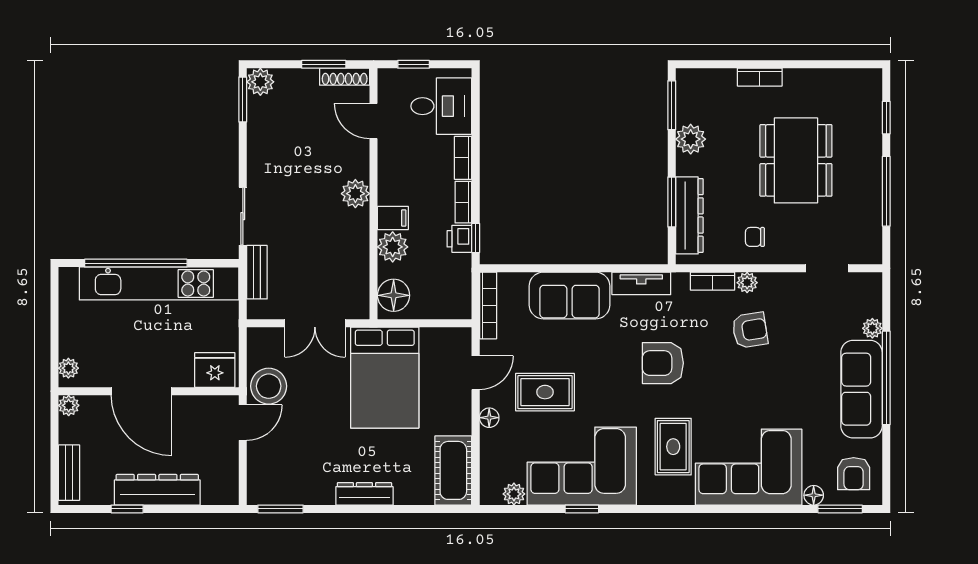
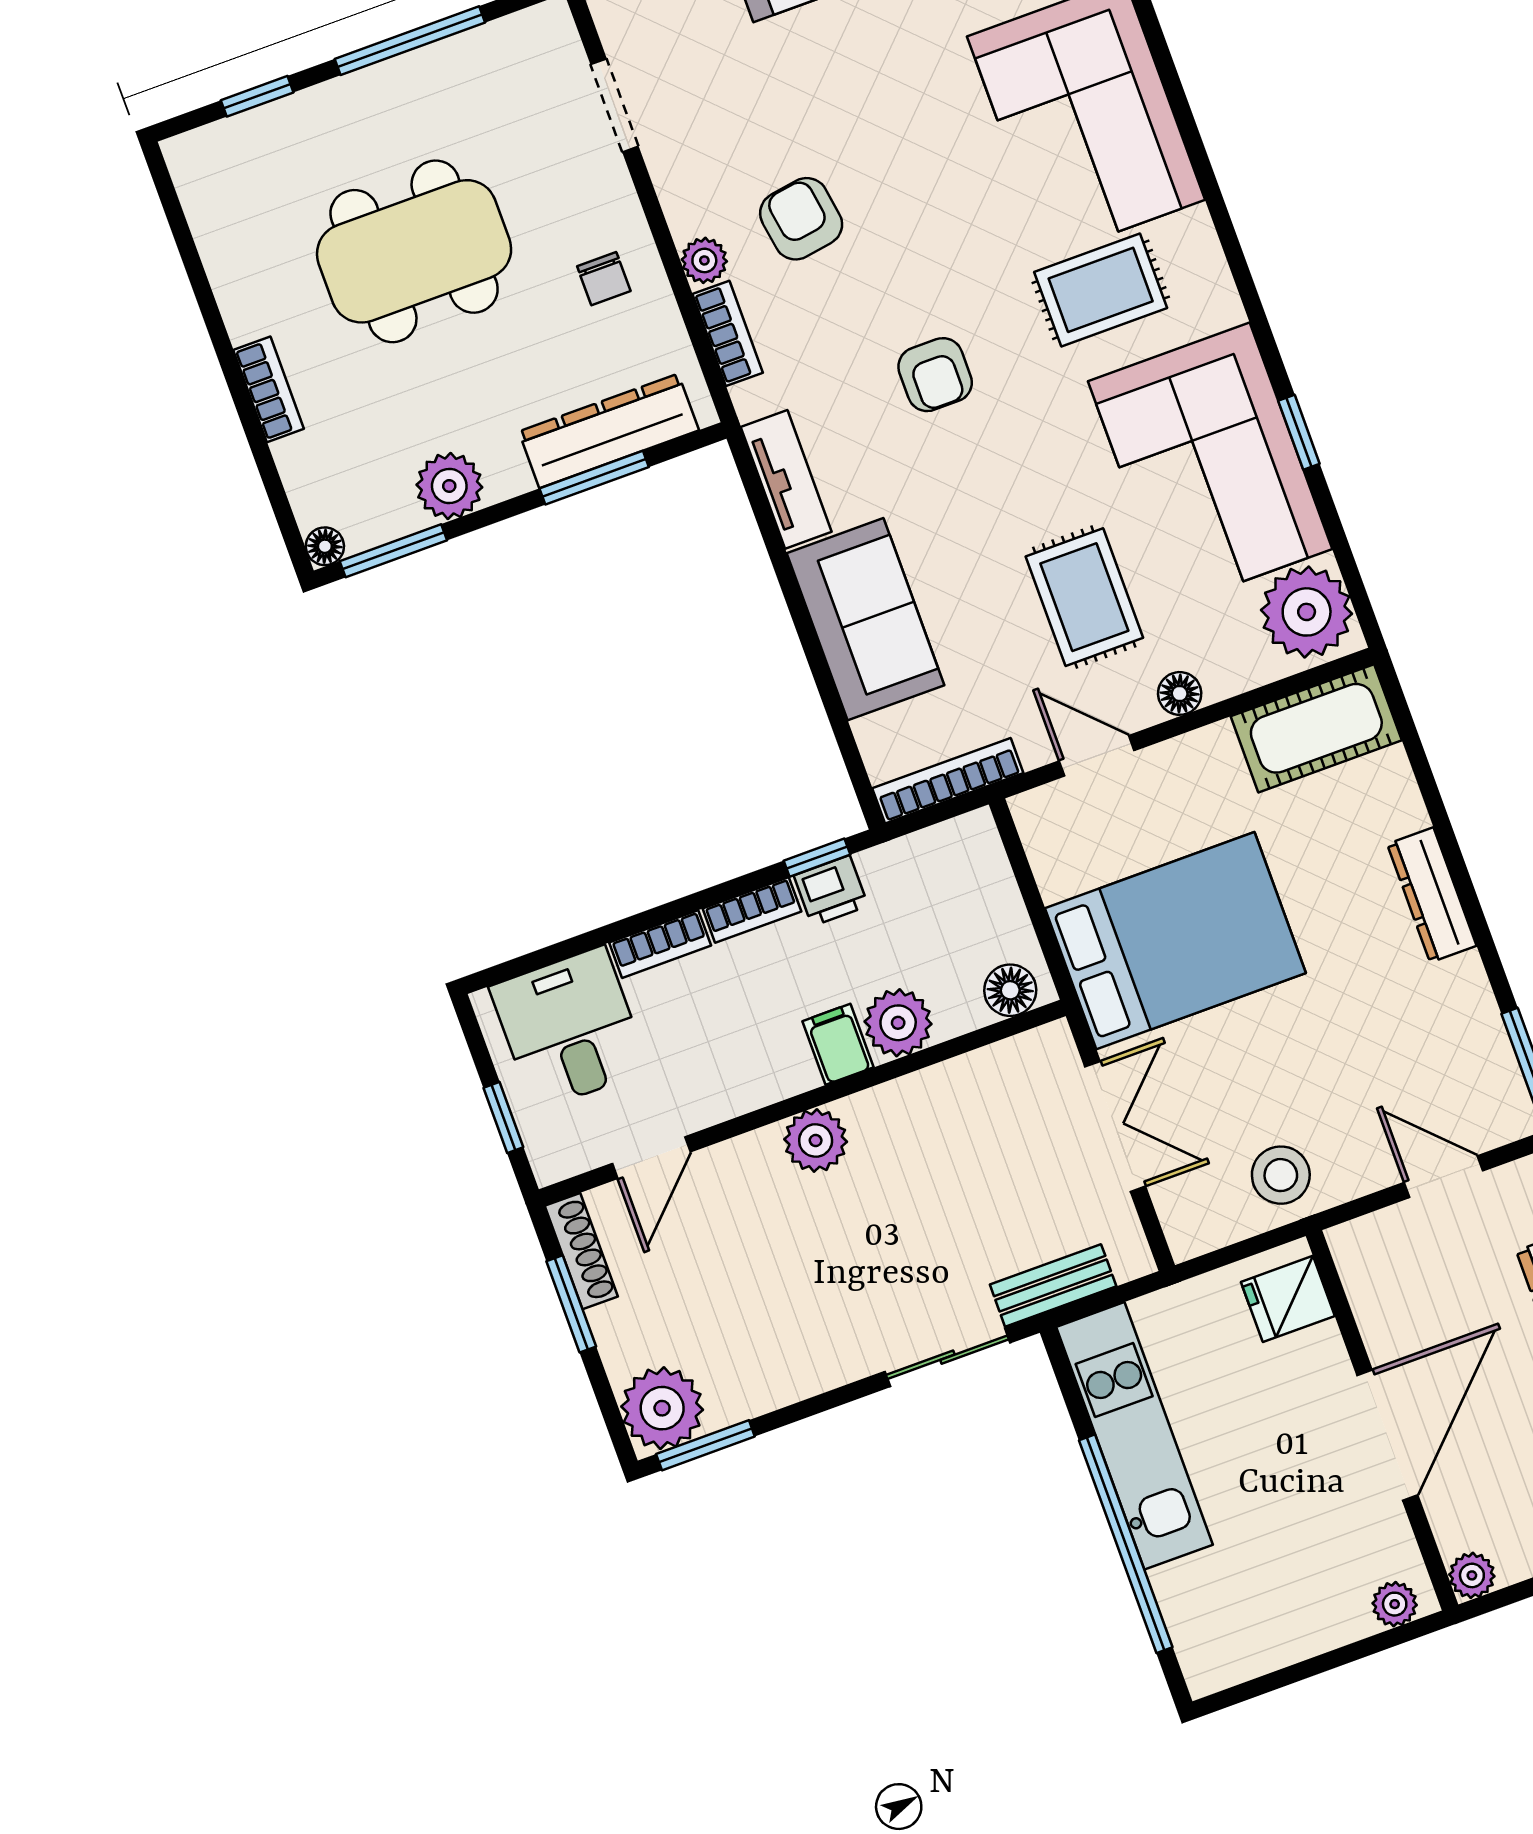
floor lamp: (684, 77) -> (325, 546), added
plant: (260, 82) -> (662, 1408), width x1.36, depth x1.36
kitchen unit: (159, 283) -> (1134, 1436), width x0.73
floor lamp: (394, 295) -> (1010, 990), width x0.73, depth x0.73
armchair: (663, 363) -> (935, 375), width x0.72, depth x0.72
fridge: (215, 370) -> (1288, 1299), width x0.72
stool: (269, 386) -> (1281, 1175), width x0.73, depth x0.73
door: (243, 423) -> (1443, 1177), moved
plant: (514, 494) -> (1307, 612), width x1.87, depth x1.87

